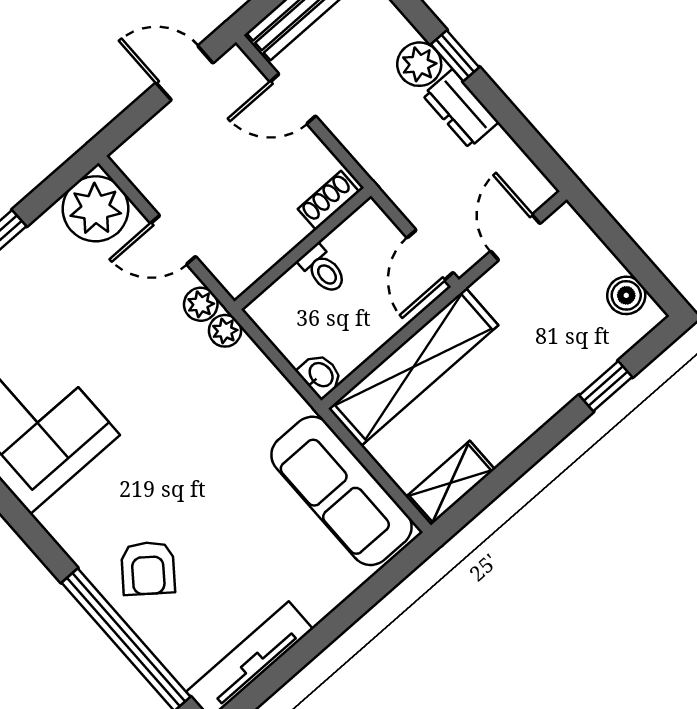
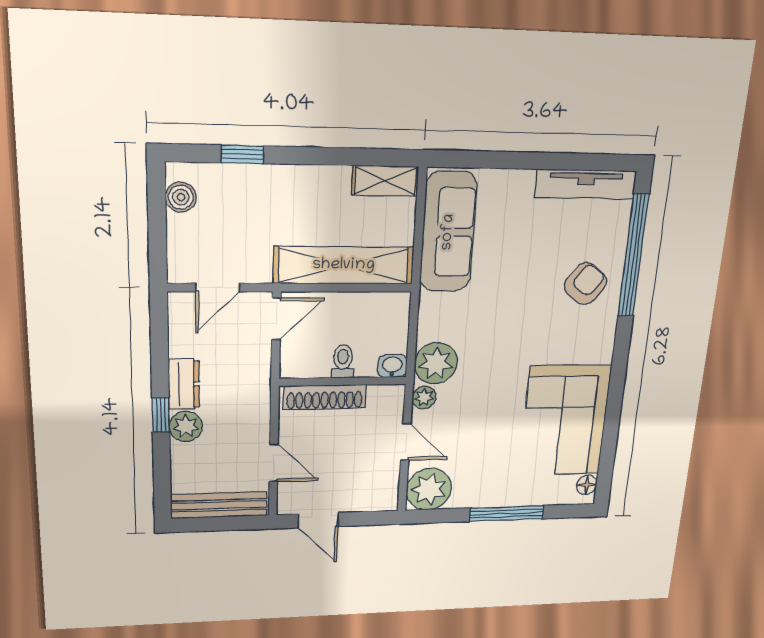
shoe rack: (329, 200) -> (325, 397), width x1.94, depth x1.24
plant: (225, 331) -> (436, 363), width x1.88, depth x1.88
washbasin: (320, 375) -> (392, 366), moved, turned 90

